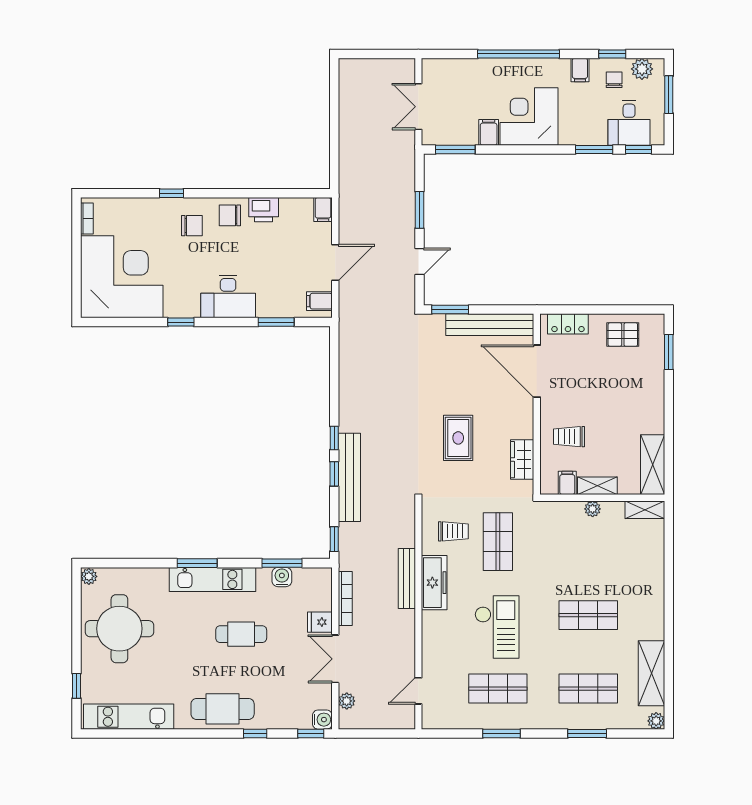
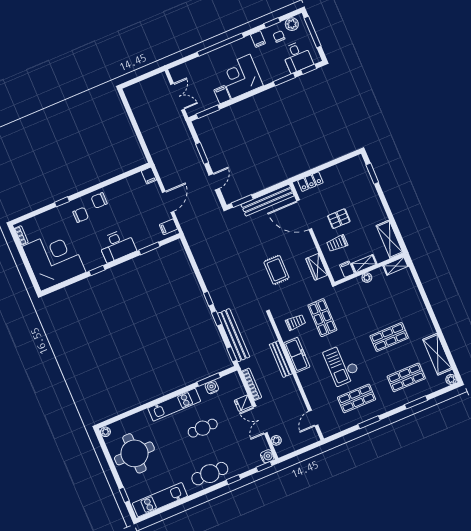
window: (669, 95) -> (313, 32), width x1.44
double door: (418, 107) -> (178, 97), swing flipped
printer: (264, 210) -> (116, 189), removed
pallet: (623, 335) -> (339, 219), moved
bench: (349, 477) -> (234, 335), moved
window: (197, 563) -> (162, 399), removed
checkout: (497, 627) -> (342, 365), turned 180

